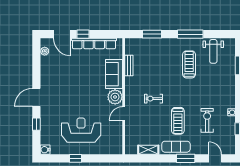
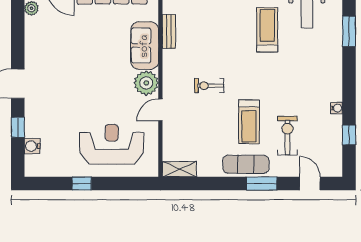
exercise bike: (207, 120) -> (287, 136), moved
reception desk: (81, 130) -> (112, 144), moved
water cooler: (45, 150) -> (32, 146), moved
shelving: (148, 150) -> (179, 169), moved

